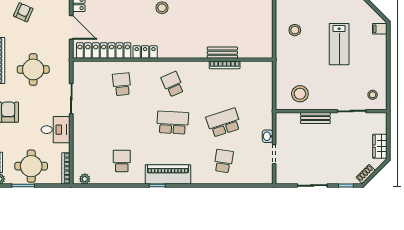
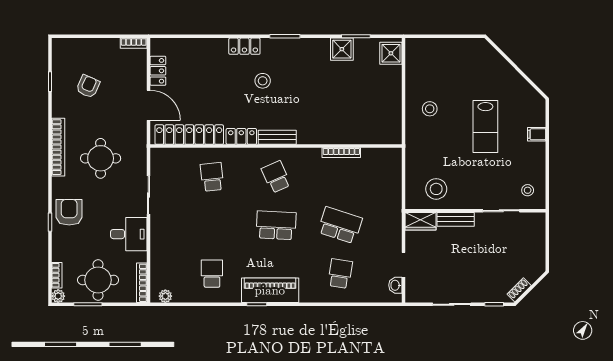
filing cabinet: (380, 29) -> (537, 134), moved
bench: (222, 53) -> (277, 137), moved
school desk: (224, 123) -> (340, 225), turned 36
washbasin: (268, 136) -> (395, 285), moved
wardrobe: (380, 146) -> (421, 221), moved, turned -90

